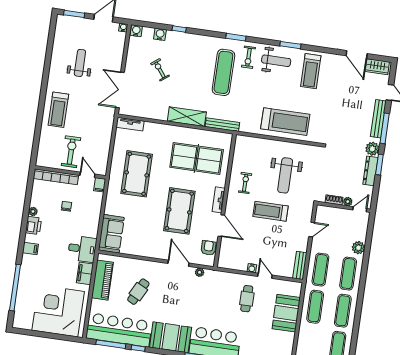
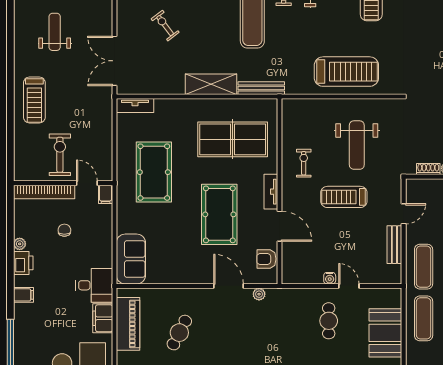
armchair: (208, 248) -> (266, 259), turned -90
bench: (300, 265) -> (394, 245), moved

